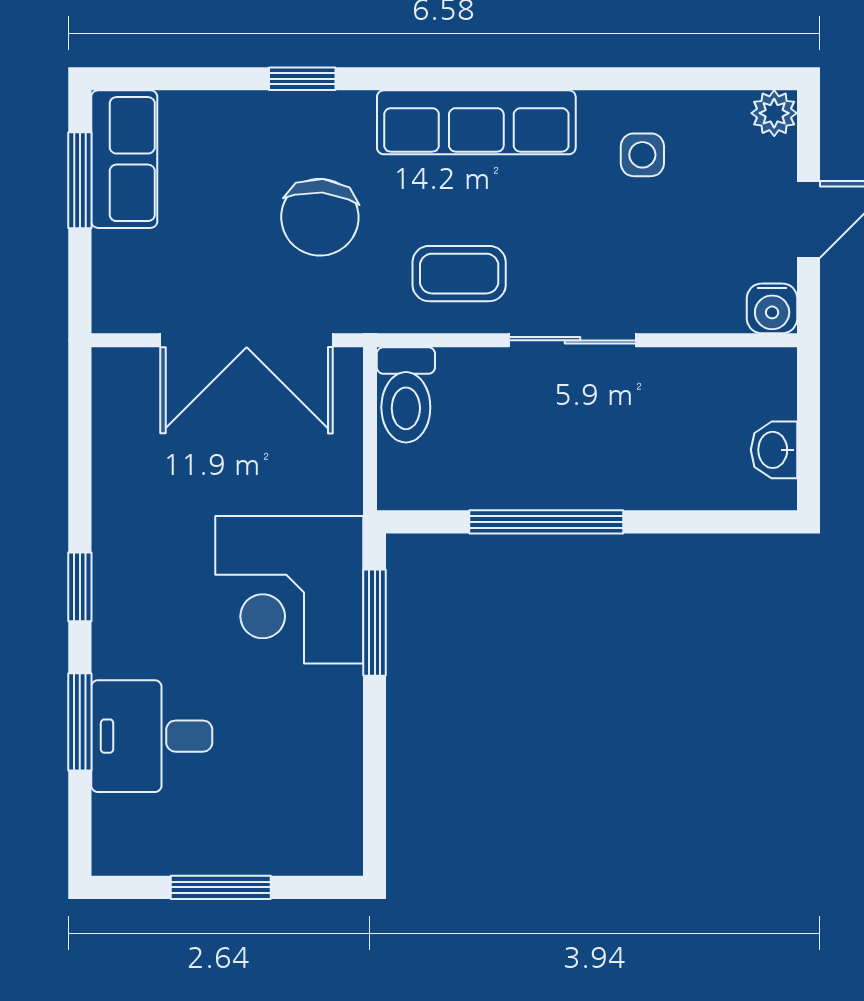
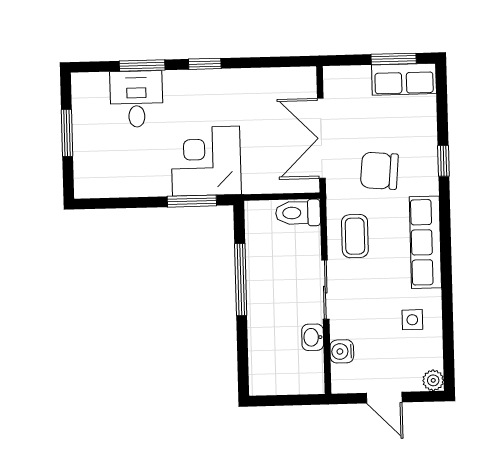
water cooler: (772, 308) -> (342, 351), moved
washbasin: (774, 450) -> (313, 337), moved, turned -90

